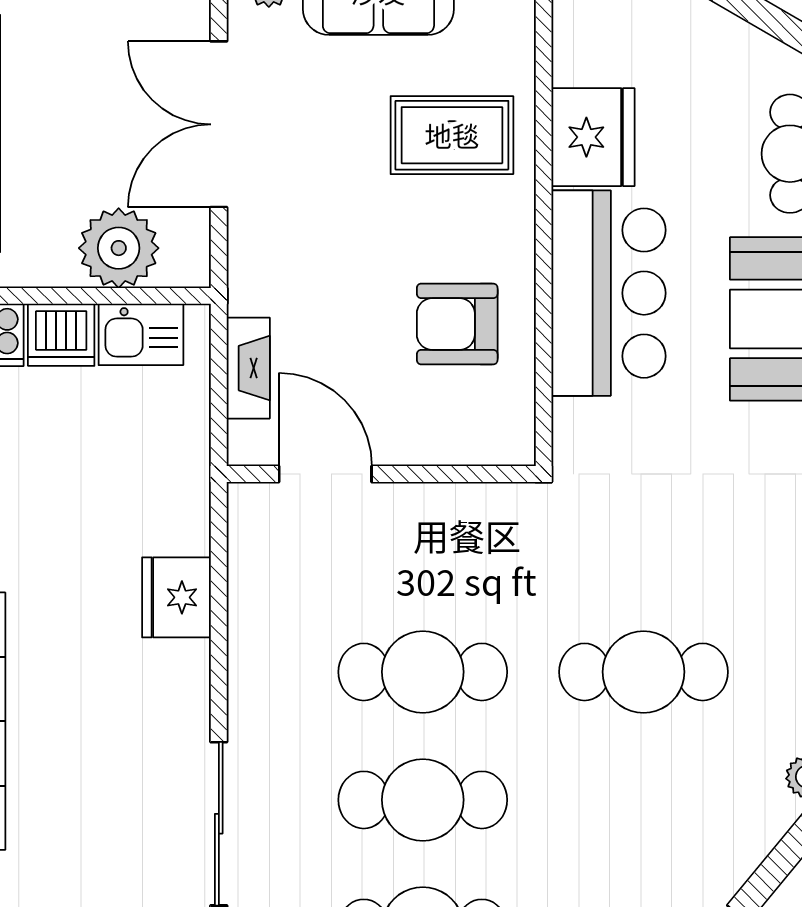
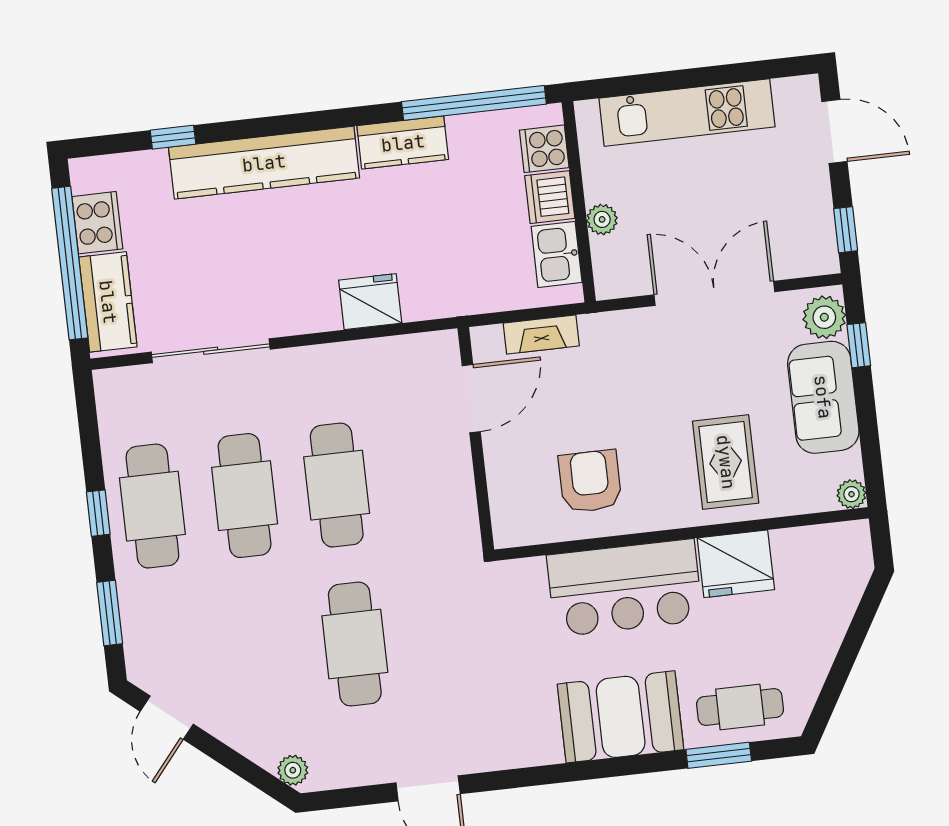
plant: (119, 248) -> (602, 219), width x0.53, depth x0.53

